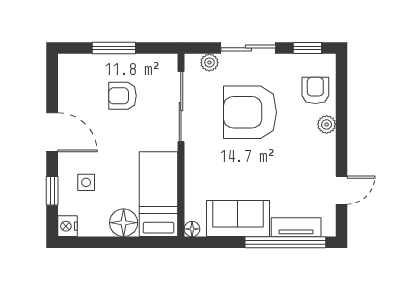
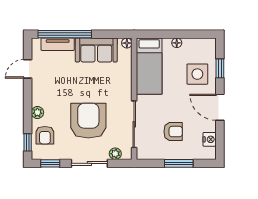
window: (341, 80) -> (28, 142), added
armchair: (250, 112) -> (88, 121), turned -90
side table: (86, 182) -> (197, 74), width x1.87, depth x1.87
floor lamp: (124, 223) -> (177, 43), width x0.53, depth x0.53
nightstand: (68, 226) -> (210, 139), moved

